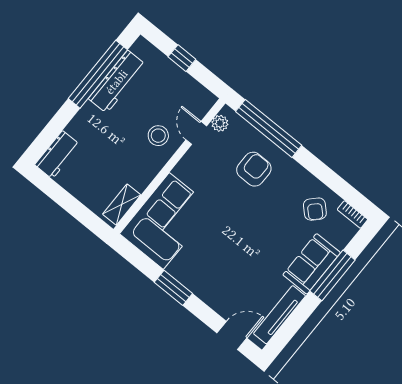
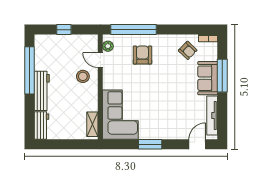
workbench: (117, 82) -> (42, 91), moved

